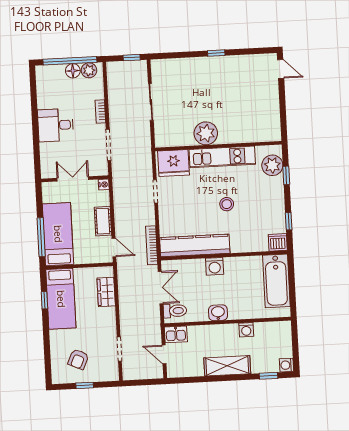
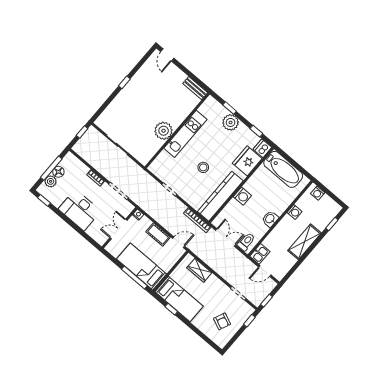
window: (70, 61) -> (51, 168), width x0.68
door: (281, 69) -> (167, 55), swing flipped
plant: (89, 70) -> (51, 181), moved
window: (33, 83) -> (44, 200), added
desk: (56, 125) -> (80, 210), width x1.37
bench: (274, 125) -> (195, 88), added
fridge: (174, 163) -> (247, 161), moved, turned 180
plant: (272, 165) -> (231, 122), moved
stool: (227, 204) -> (203, 167), moved
washing machine: (286, 365) -> (318, 193), moved
window: (138, 383) -> (267, 301), added
window: (85, 385) -> (249, 321), moved

